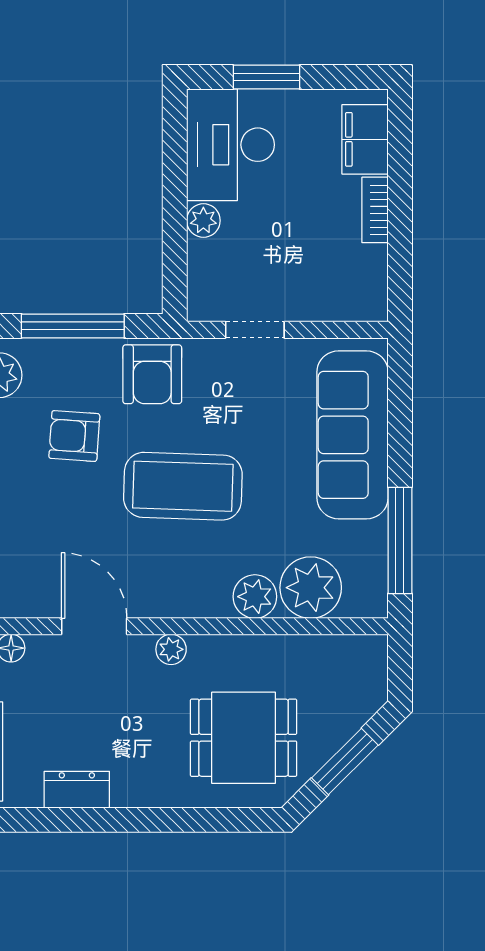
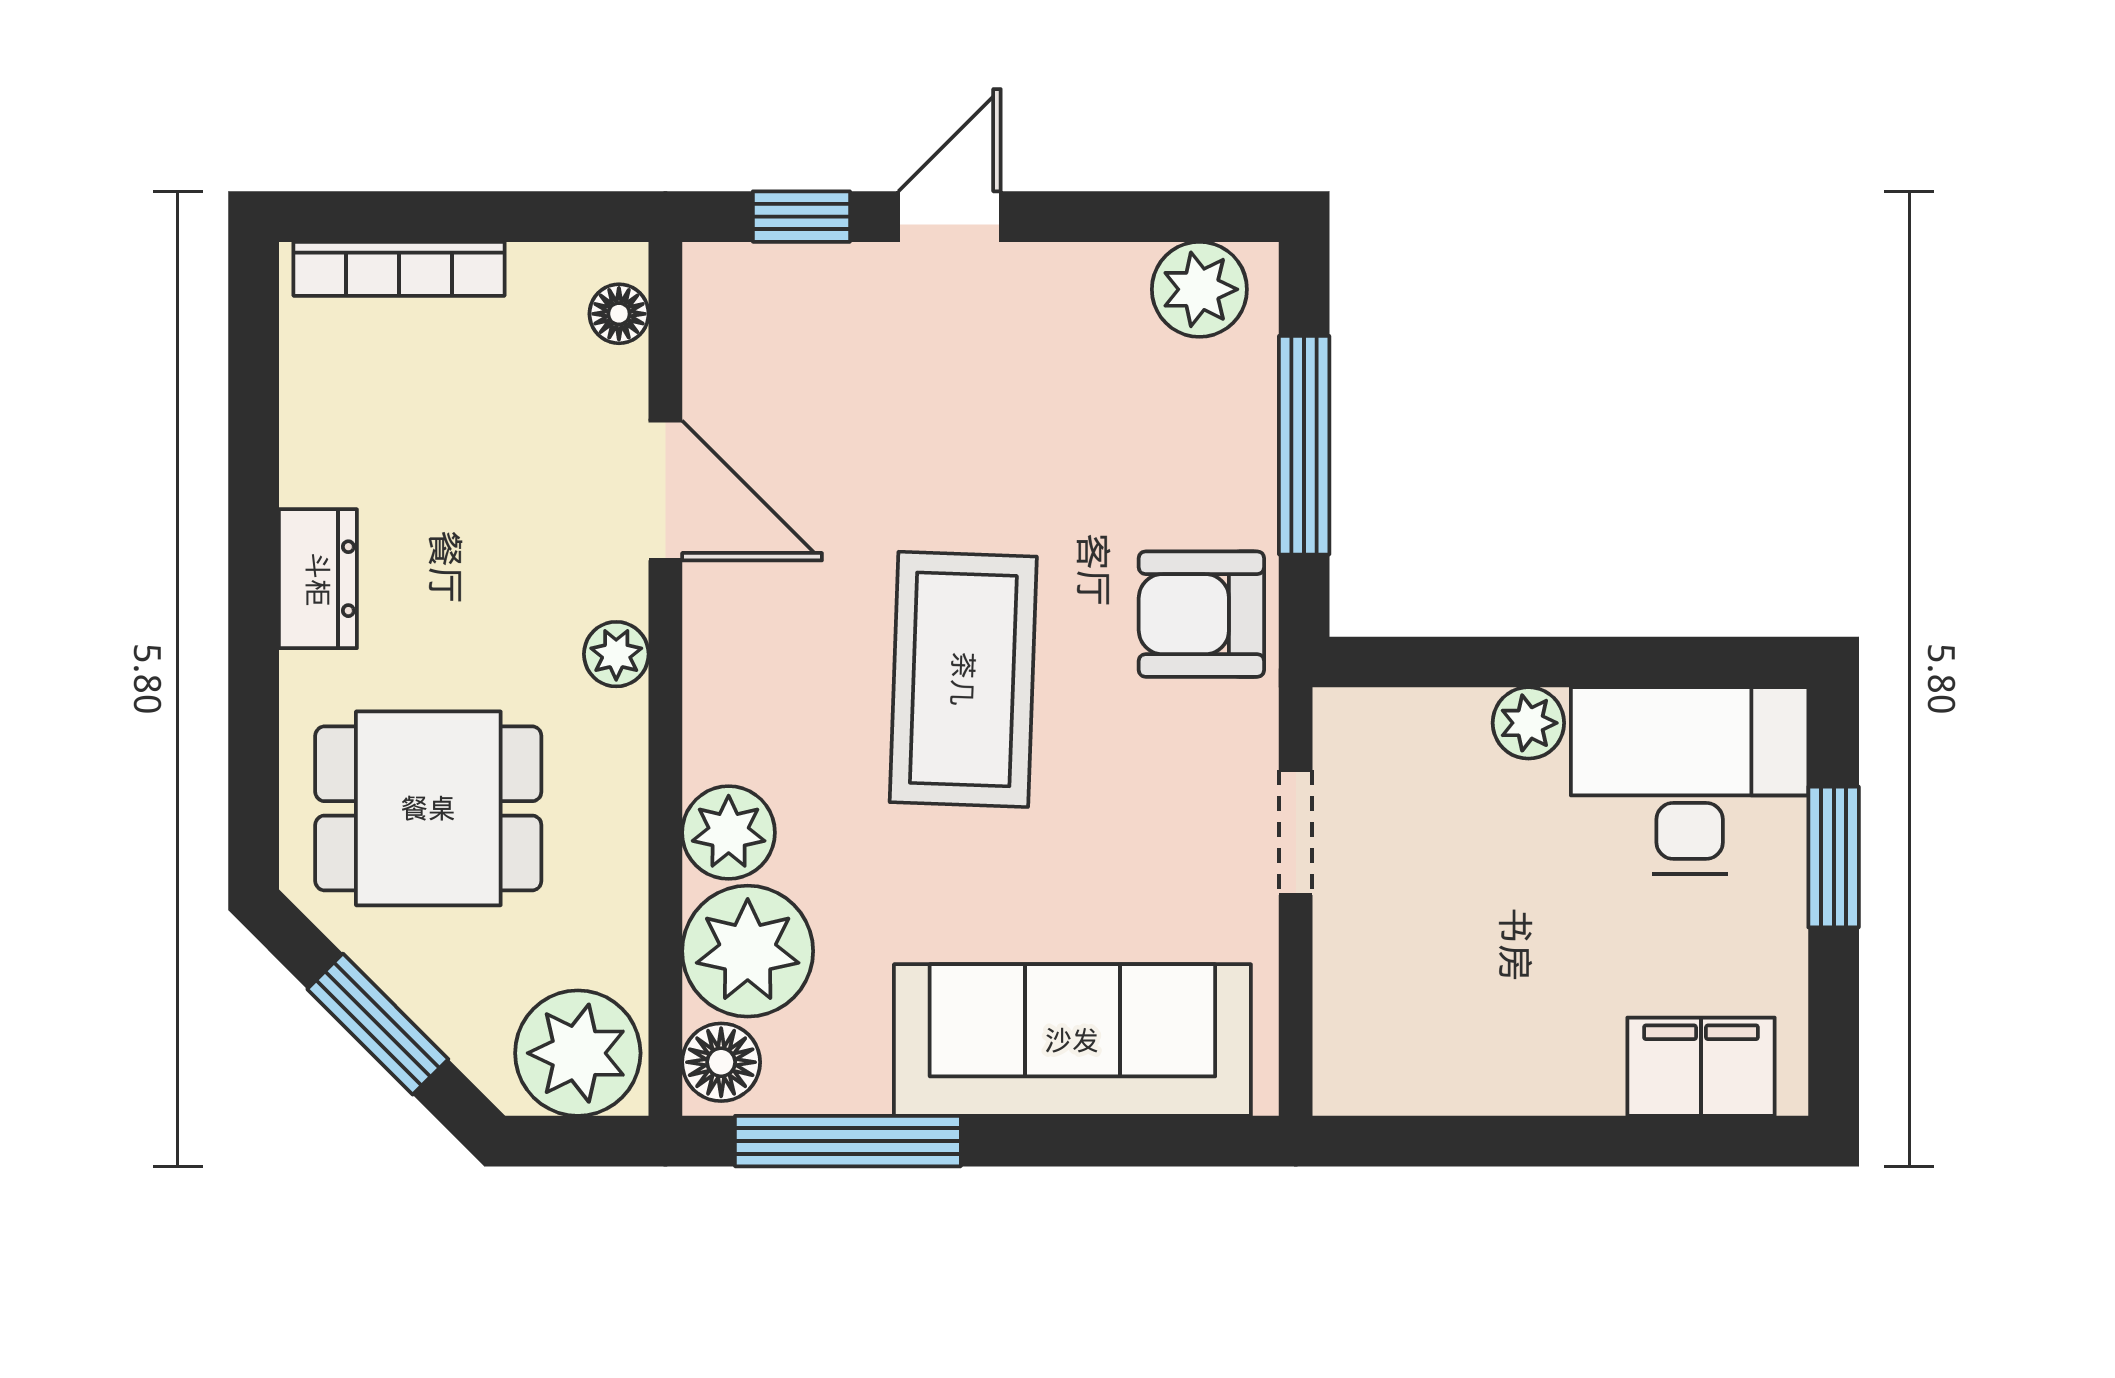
bookcase: (375, 210) -> (1551, 1088), removed
armchair: (74, 436) -> (1070, 448), removed
floor lamp: (363, 600) -> (721, 1062), added
door: (94, 626) -> (665, 491), hinge flipped
plant: (359, 667) -> (578, 1053), added
dining table: (244, 738) -> (428, 808), turned 90
dresser: (77, 790) -> (318, 579), moved

